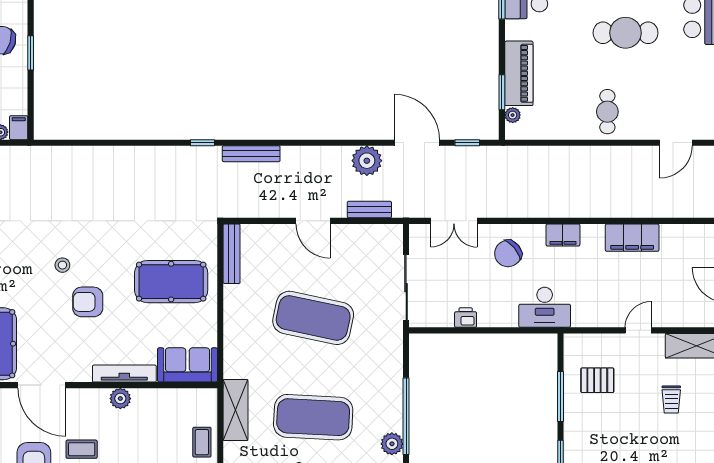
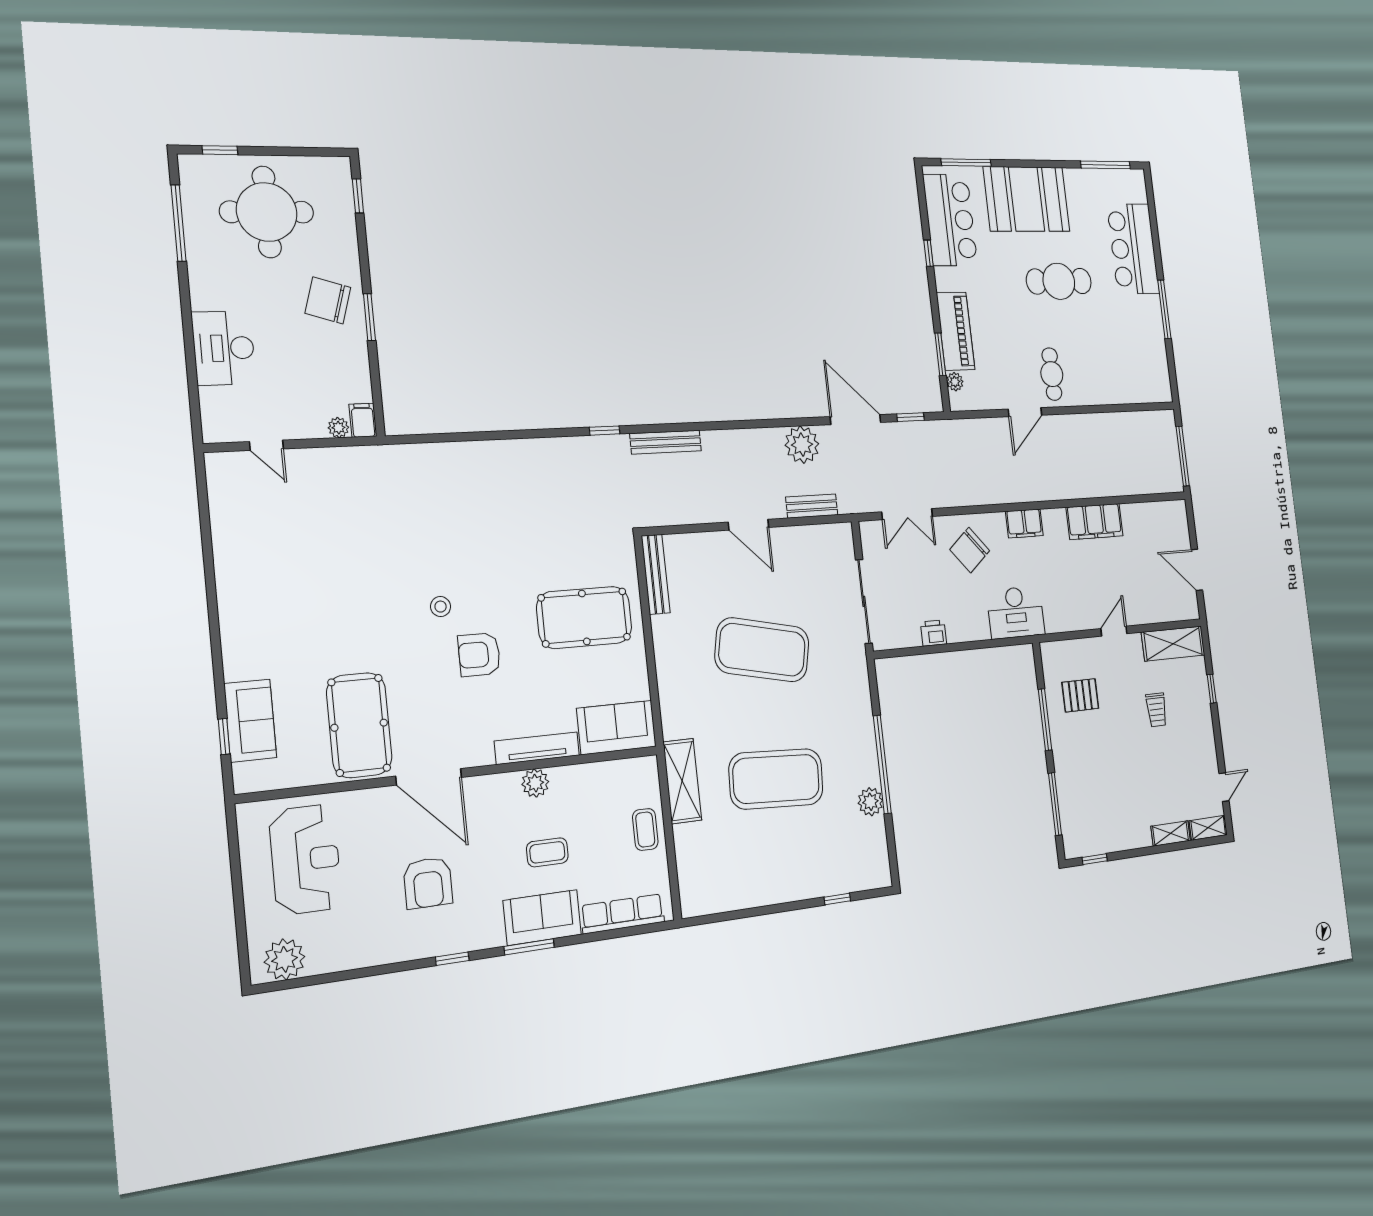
door: (676, 143) -> (1025, 412), moved
coffee table: (82, 449) -> (547, 852), moved

